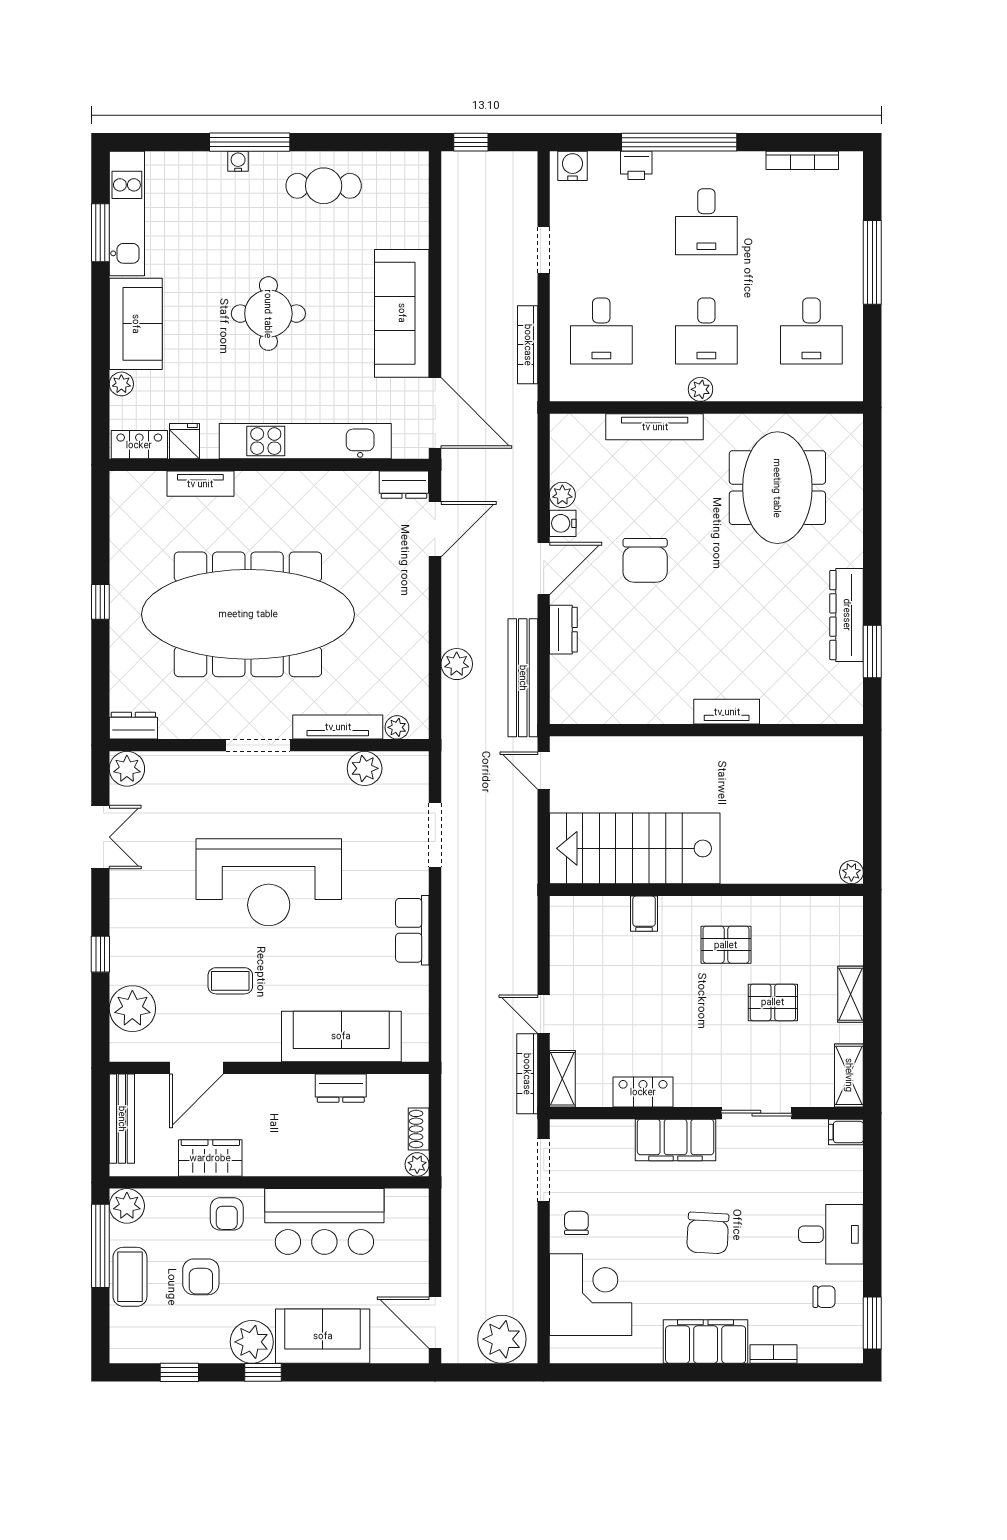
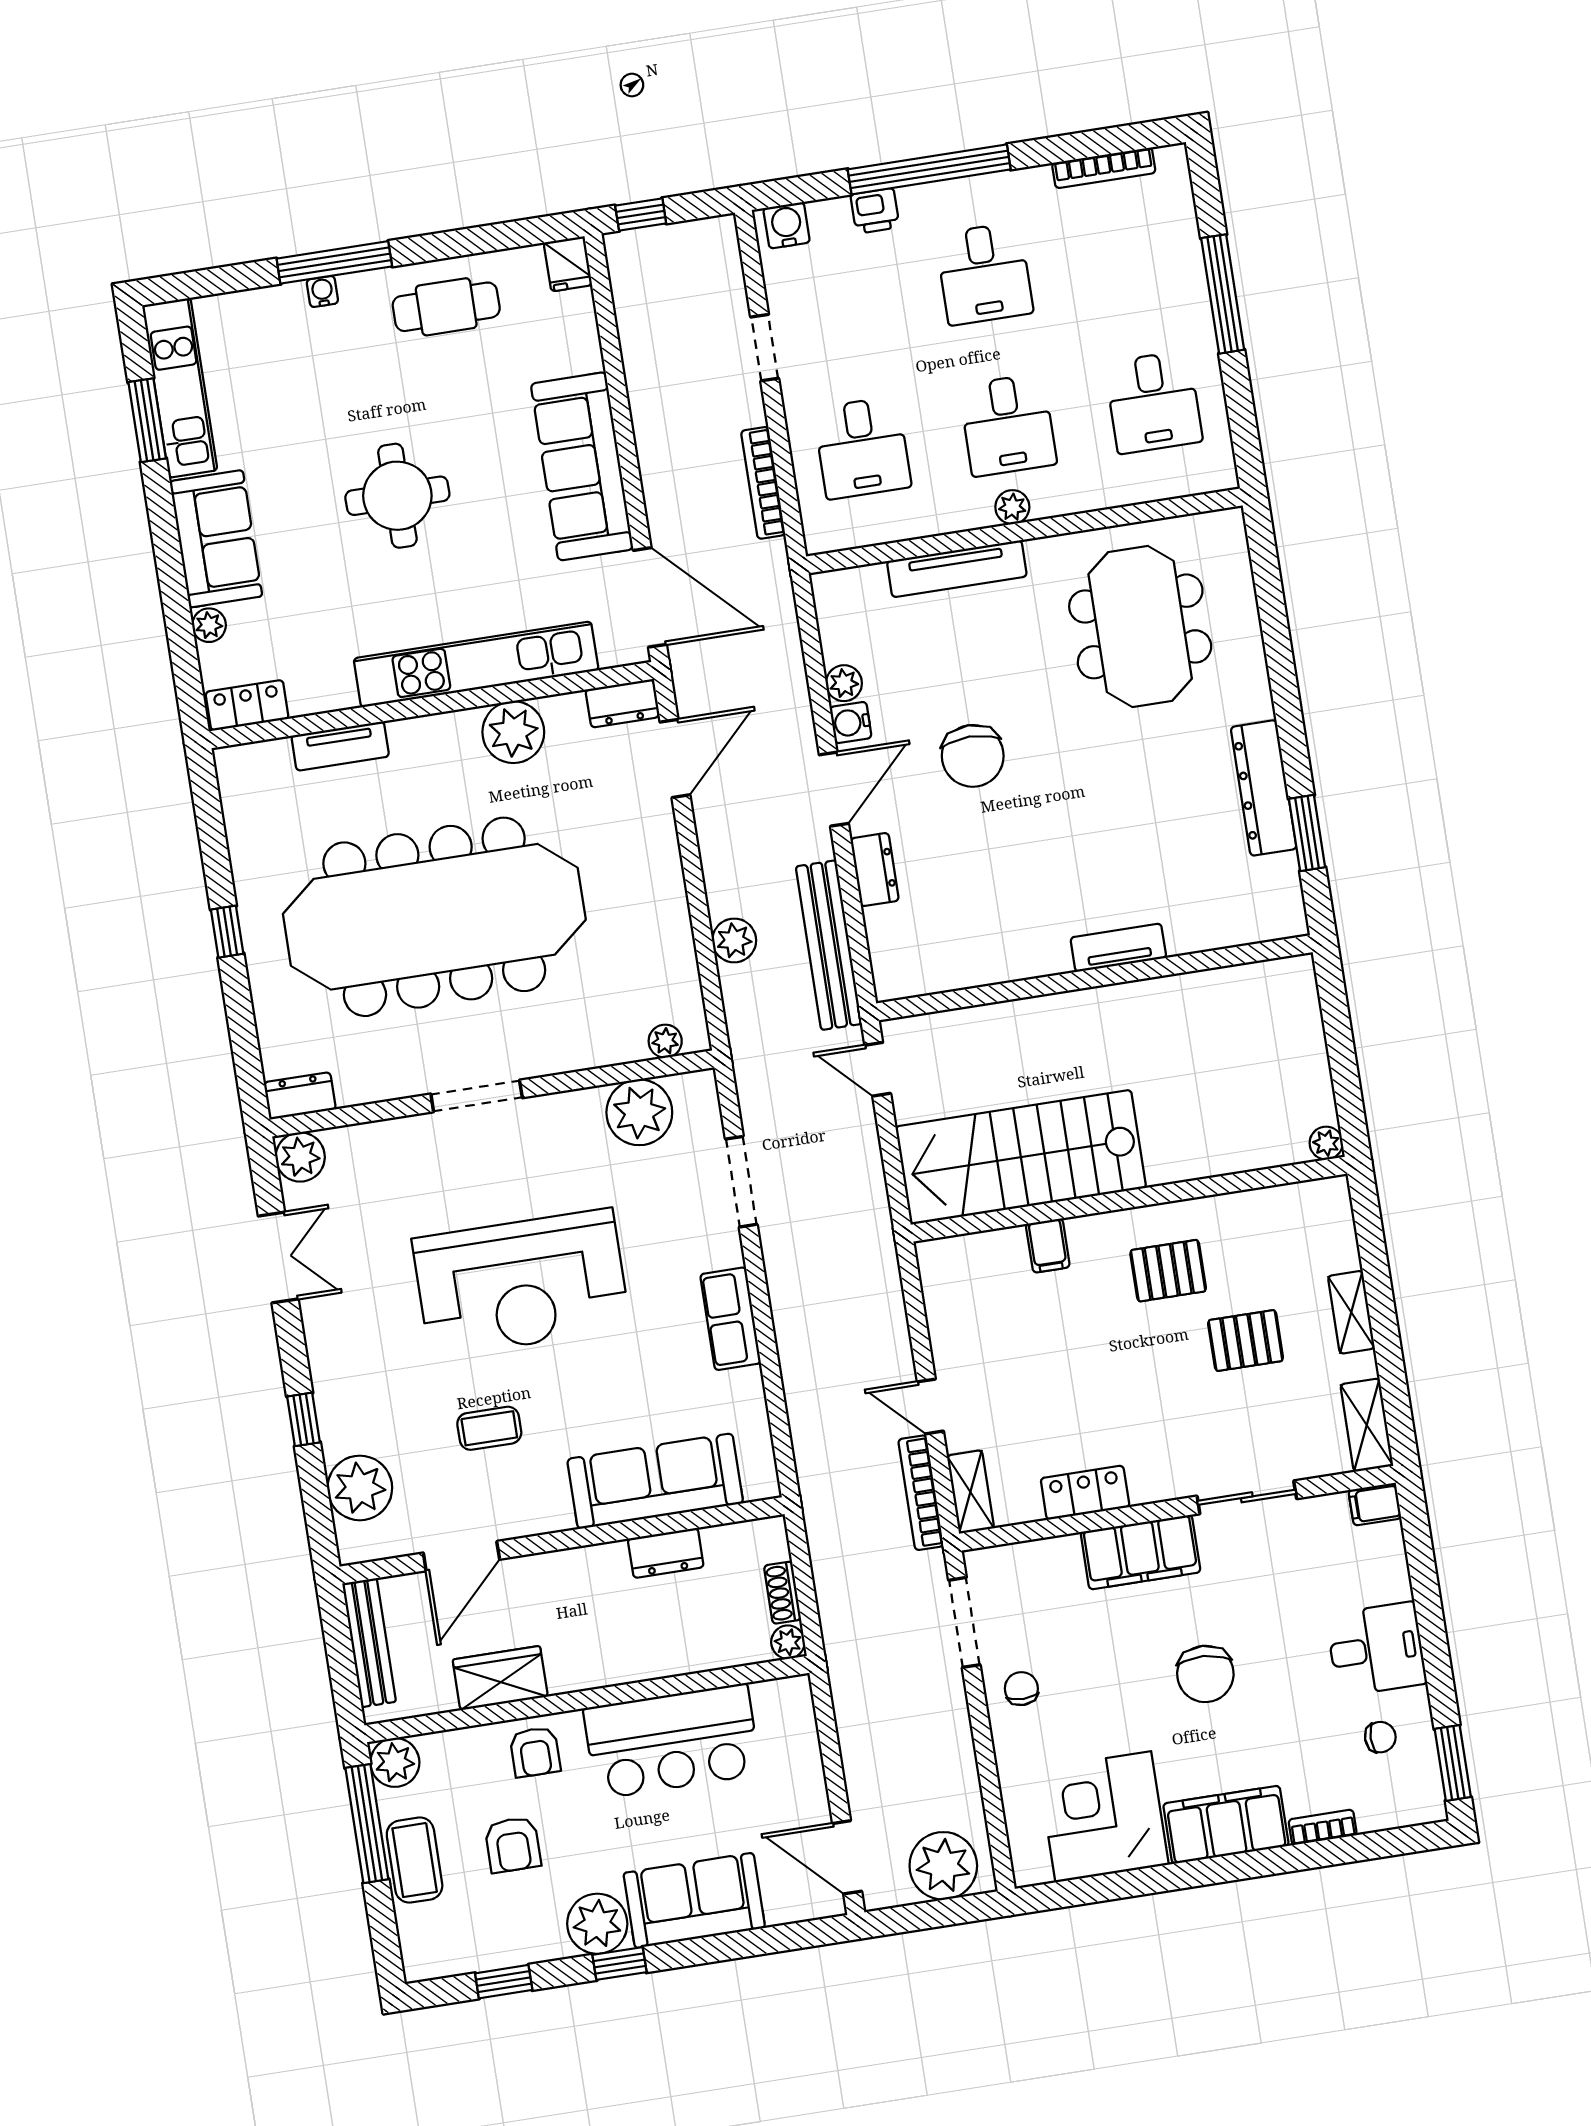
fridge: (185, 441) -> (568, 264), moved, turned 180
plant: (324, 493) -> (513, 732), added
tv unit: (338, 727) -> (583, 1053), removed
plant: (365, 768) -> (639, 1112), width x1.36, depth x1.36
corner desk: (591, 1295) -> (1103, 1817), moved, turned -90

